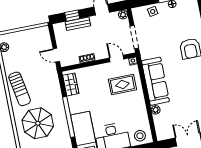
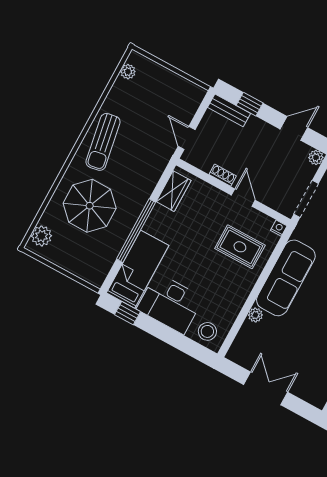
bench: (78, 24) -> (229, 110), moved
door: (117, 58) -> (243, 198), moved

